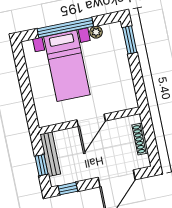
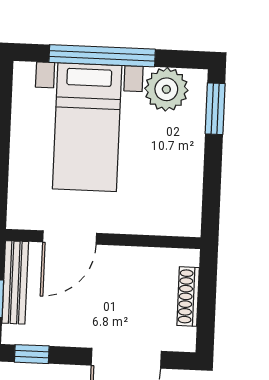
plant: (96, 32) -> (166, 89), width x1.88, depth x1.88
door: (91, 120) -> (70, 238), moved

